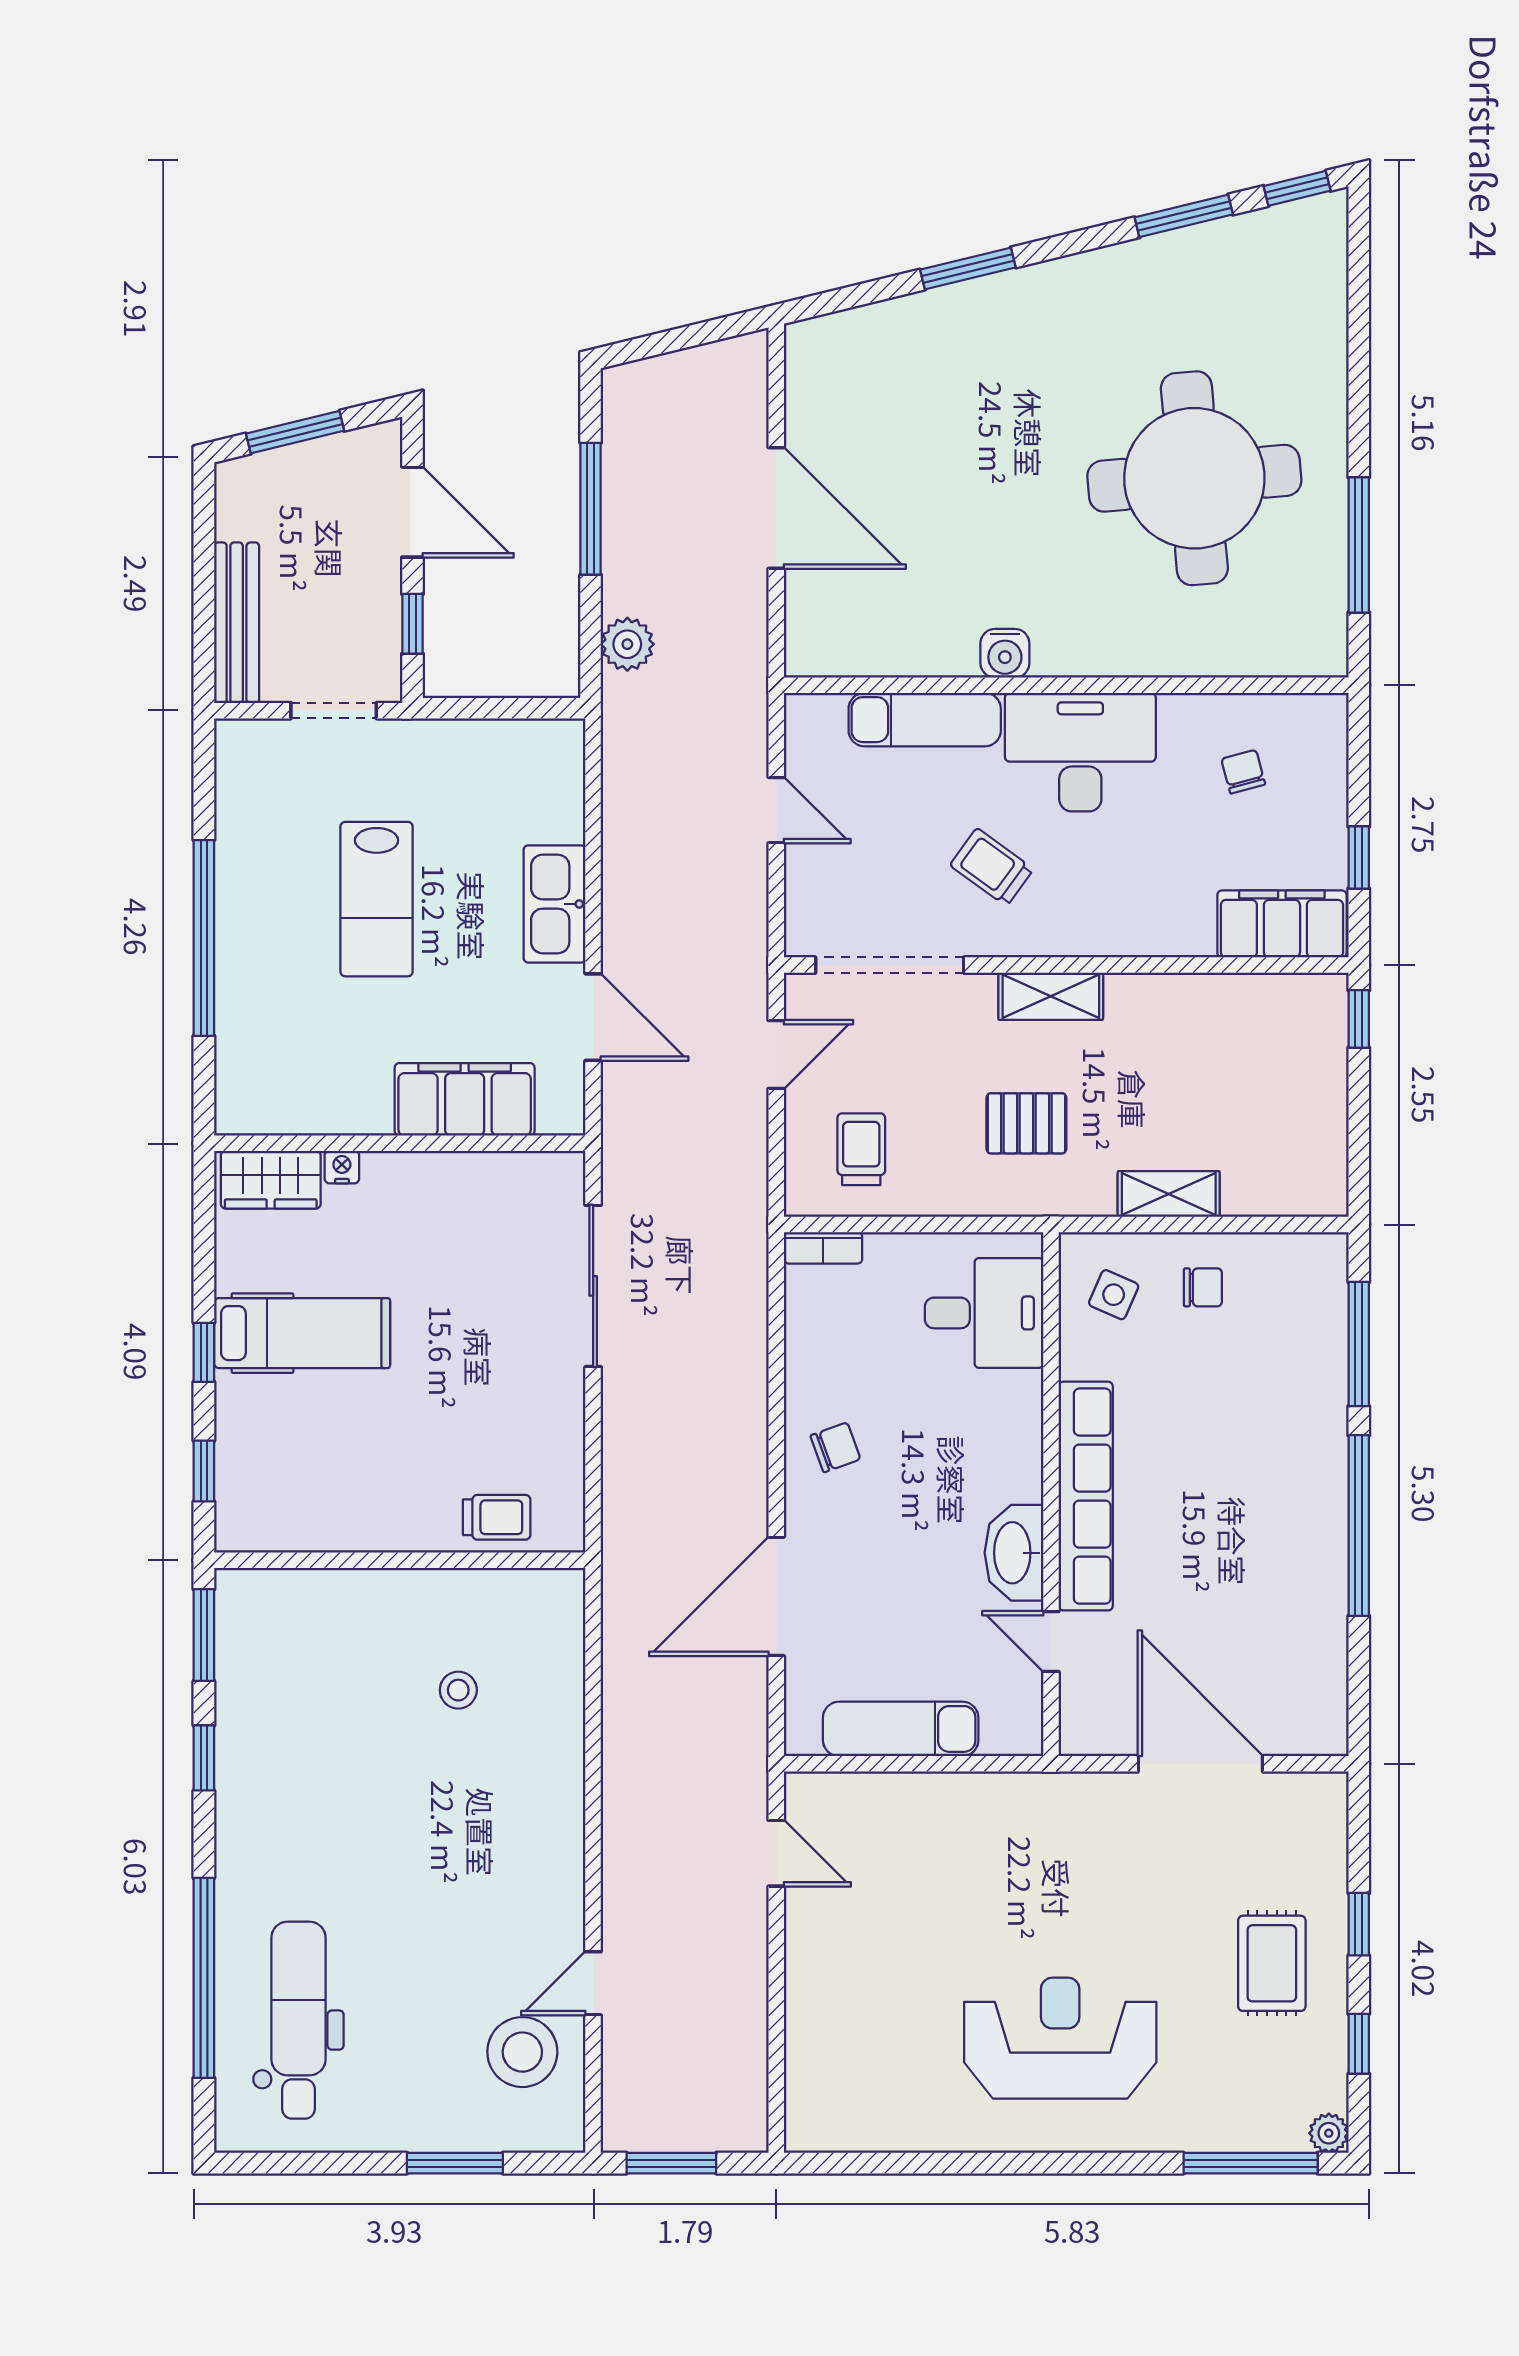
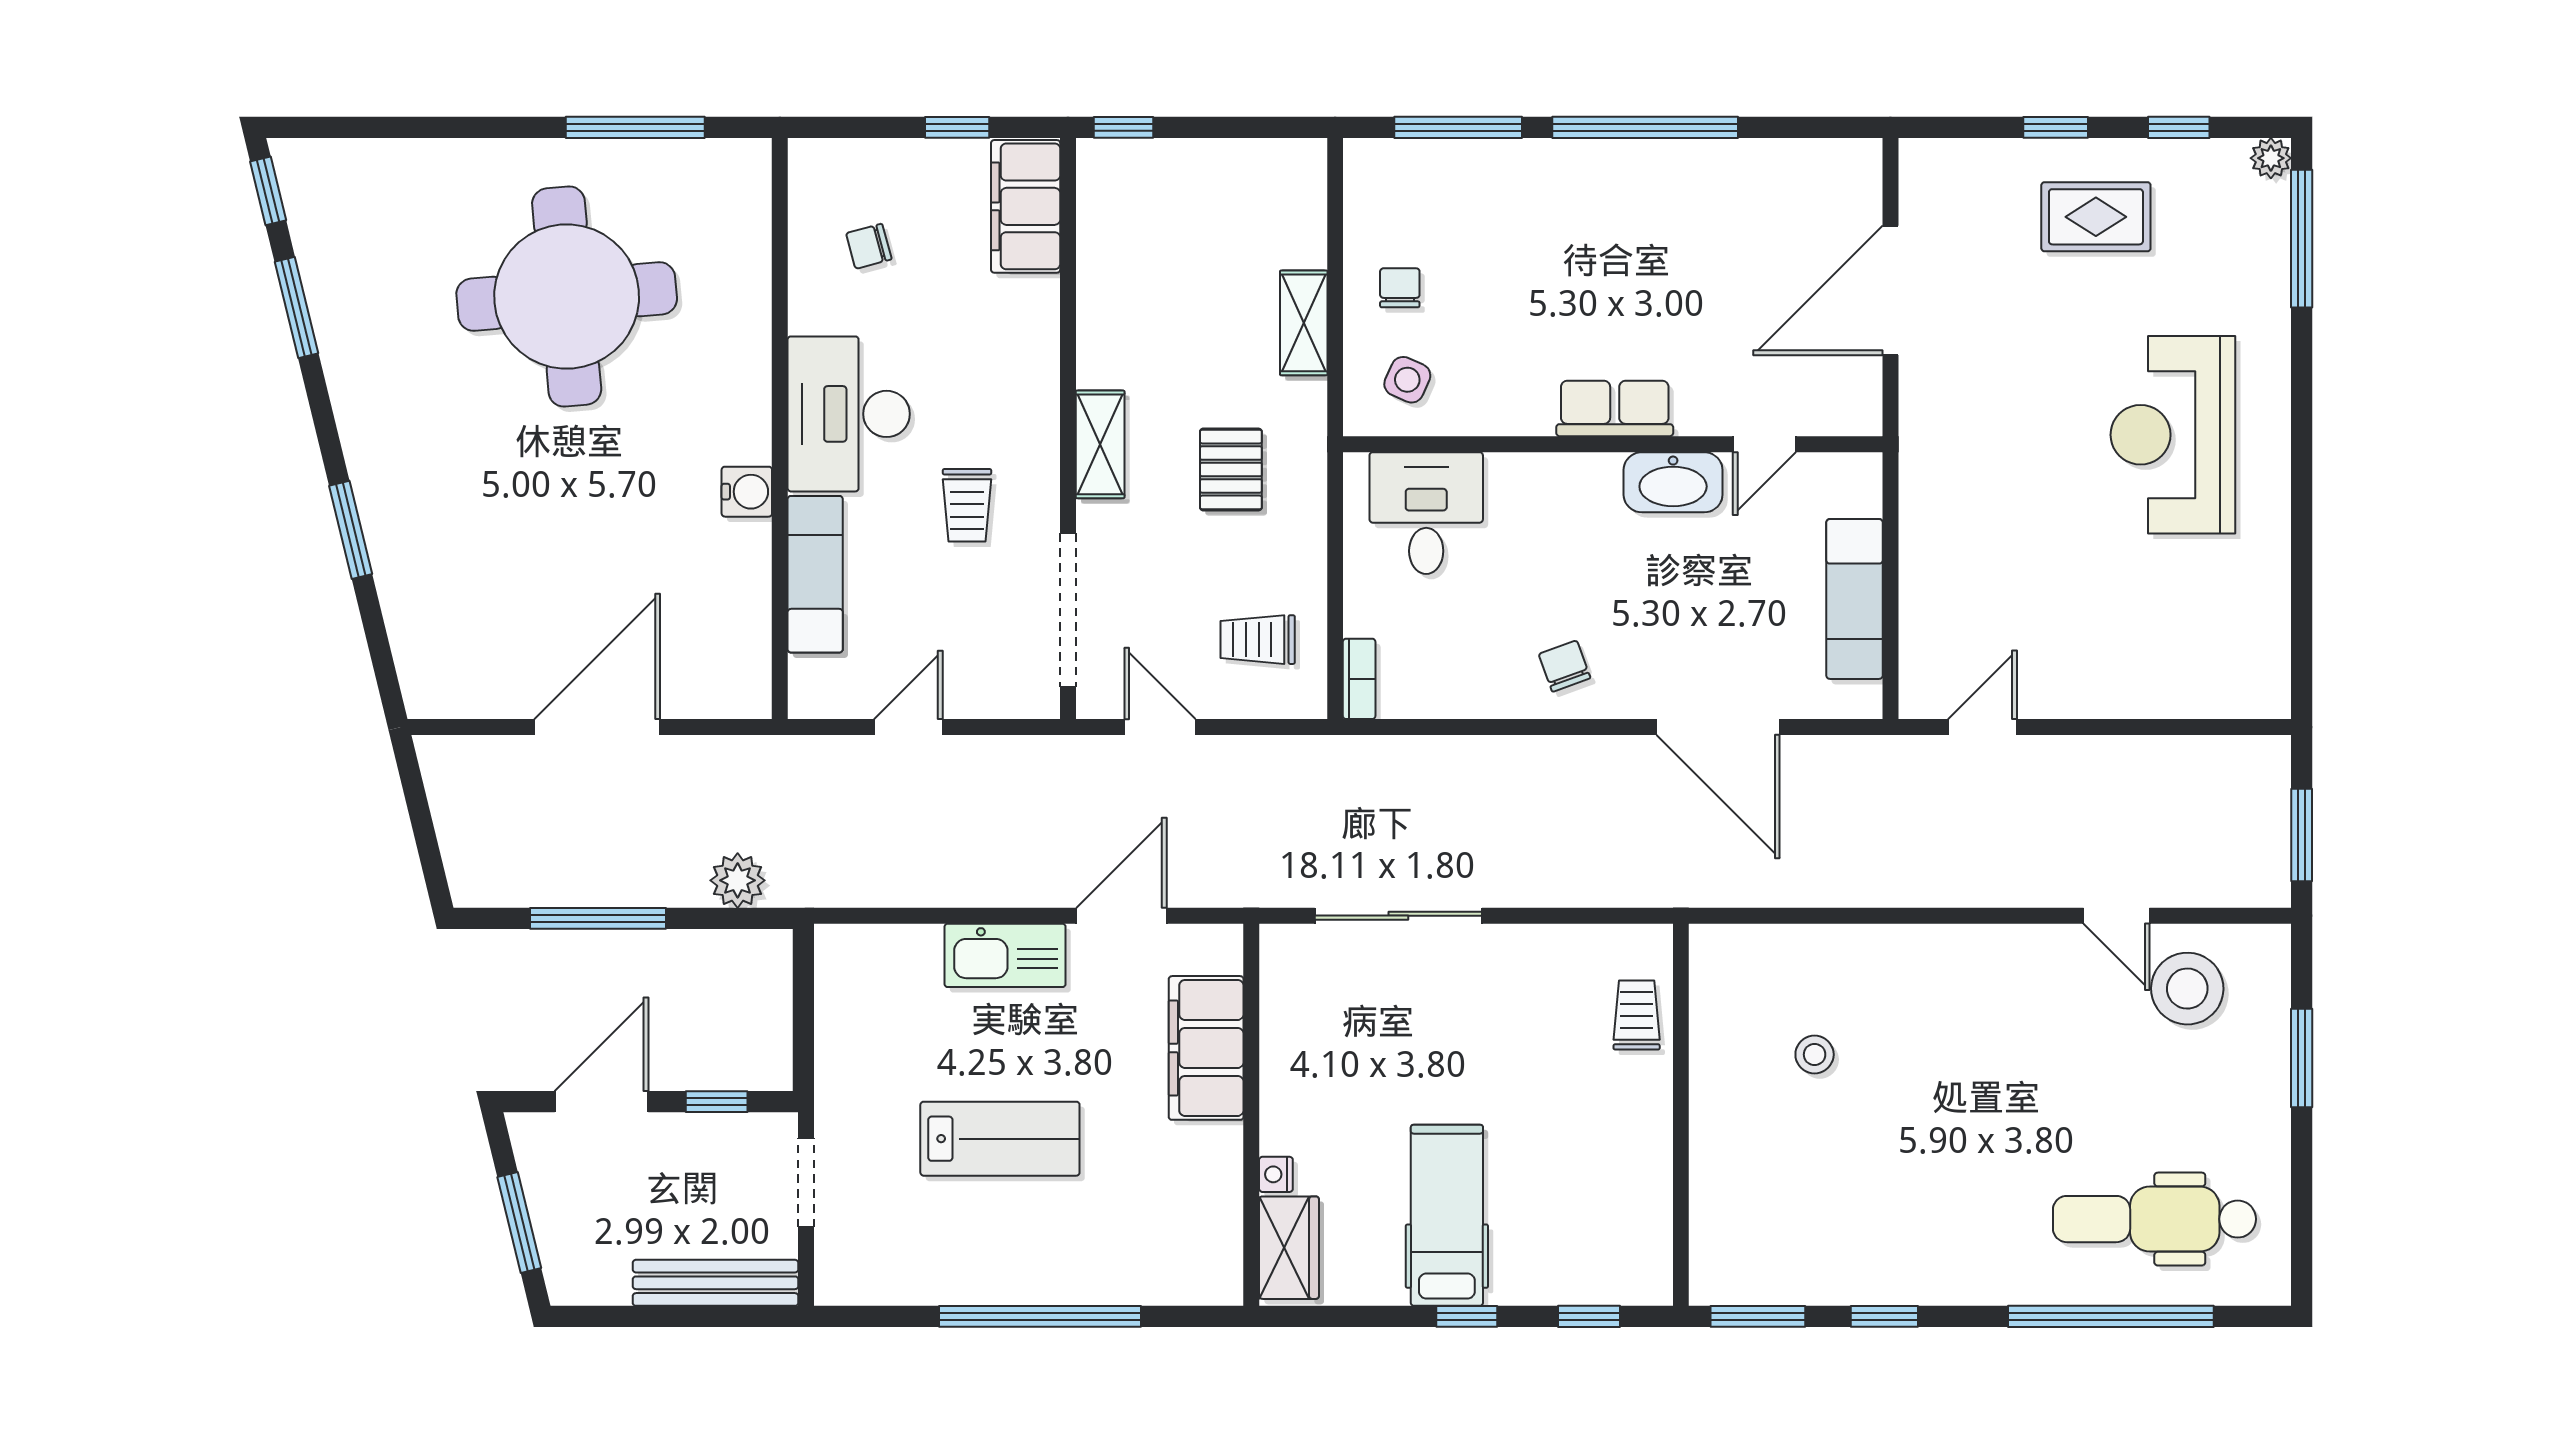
trolley: (992, 867) -> (967, 505), turned -36
row of seats: (1086, 1496) -> (1615, 408), width x0.50

